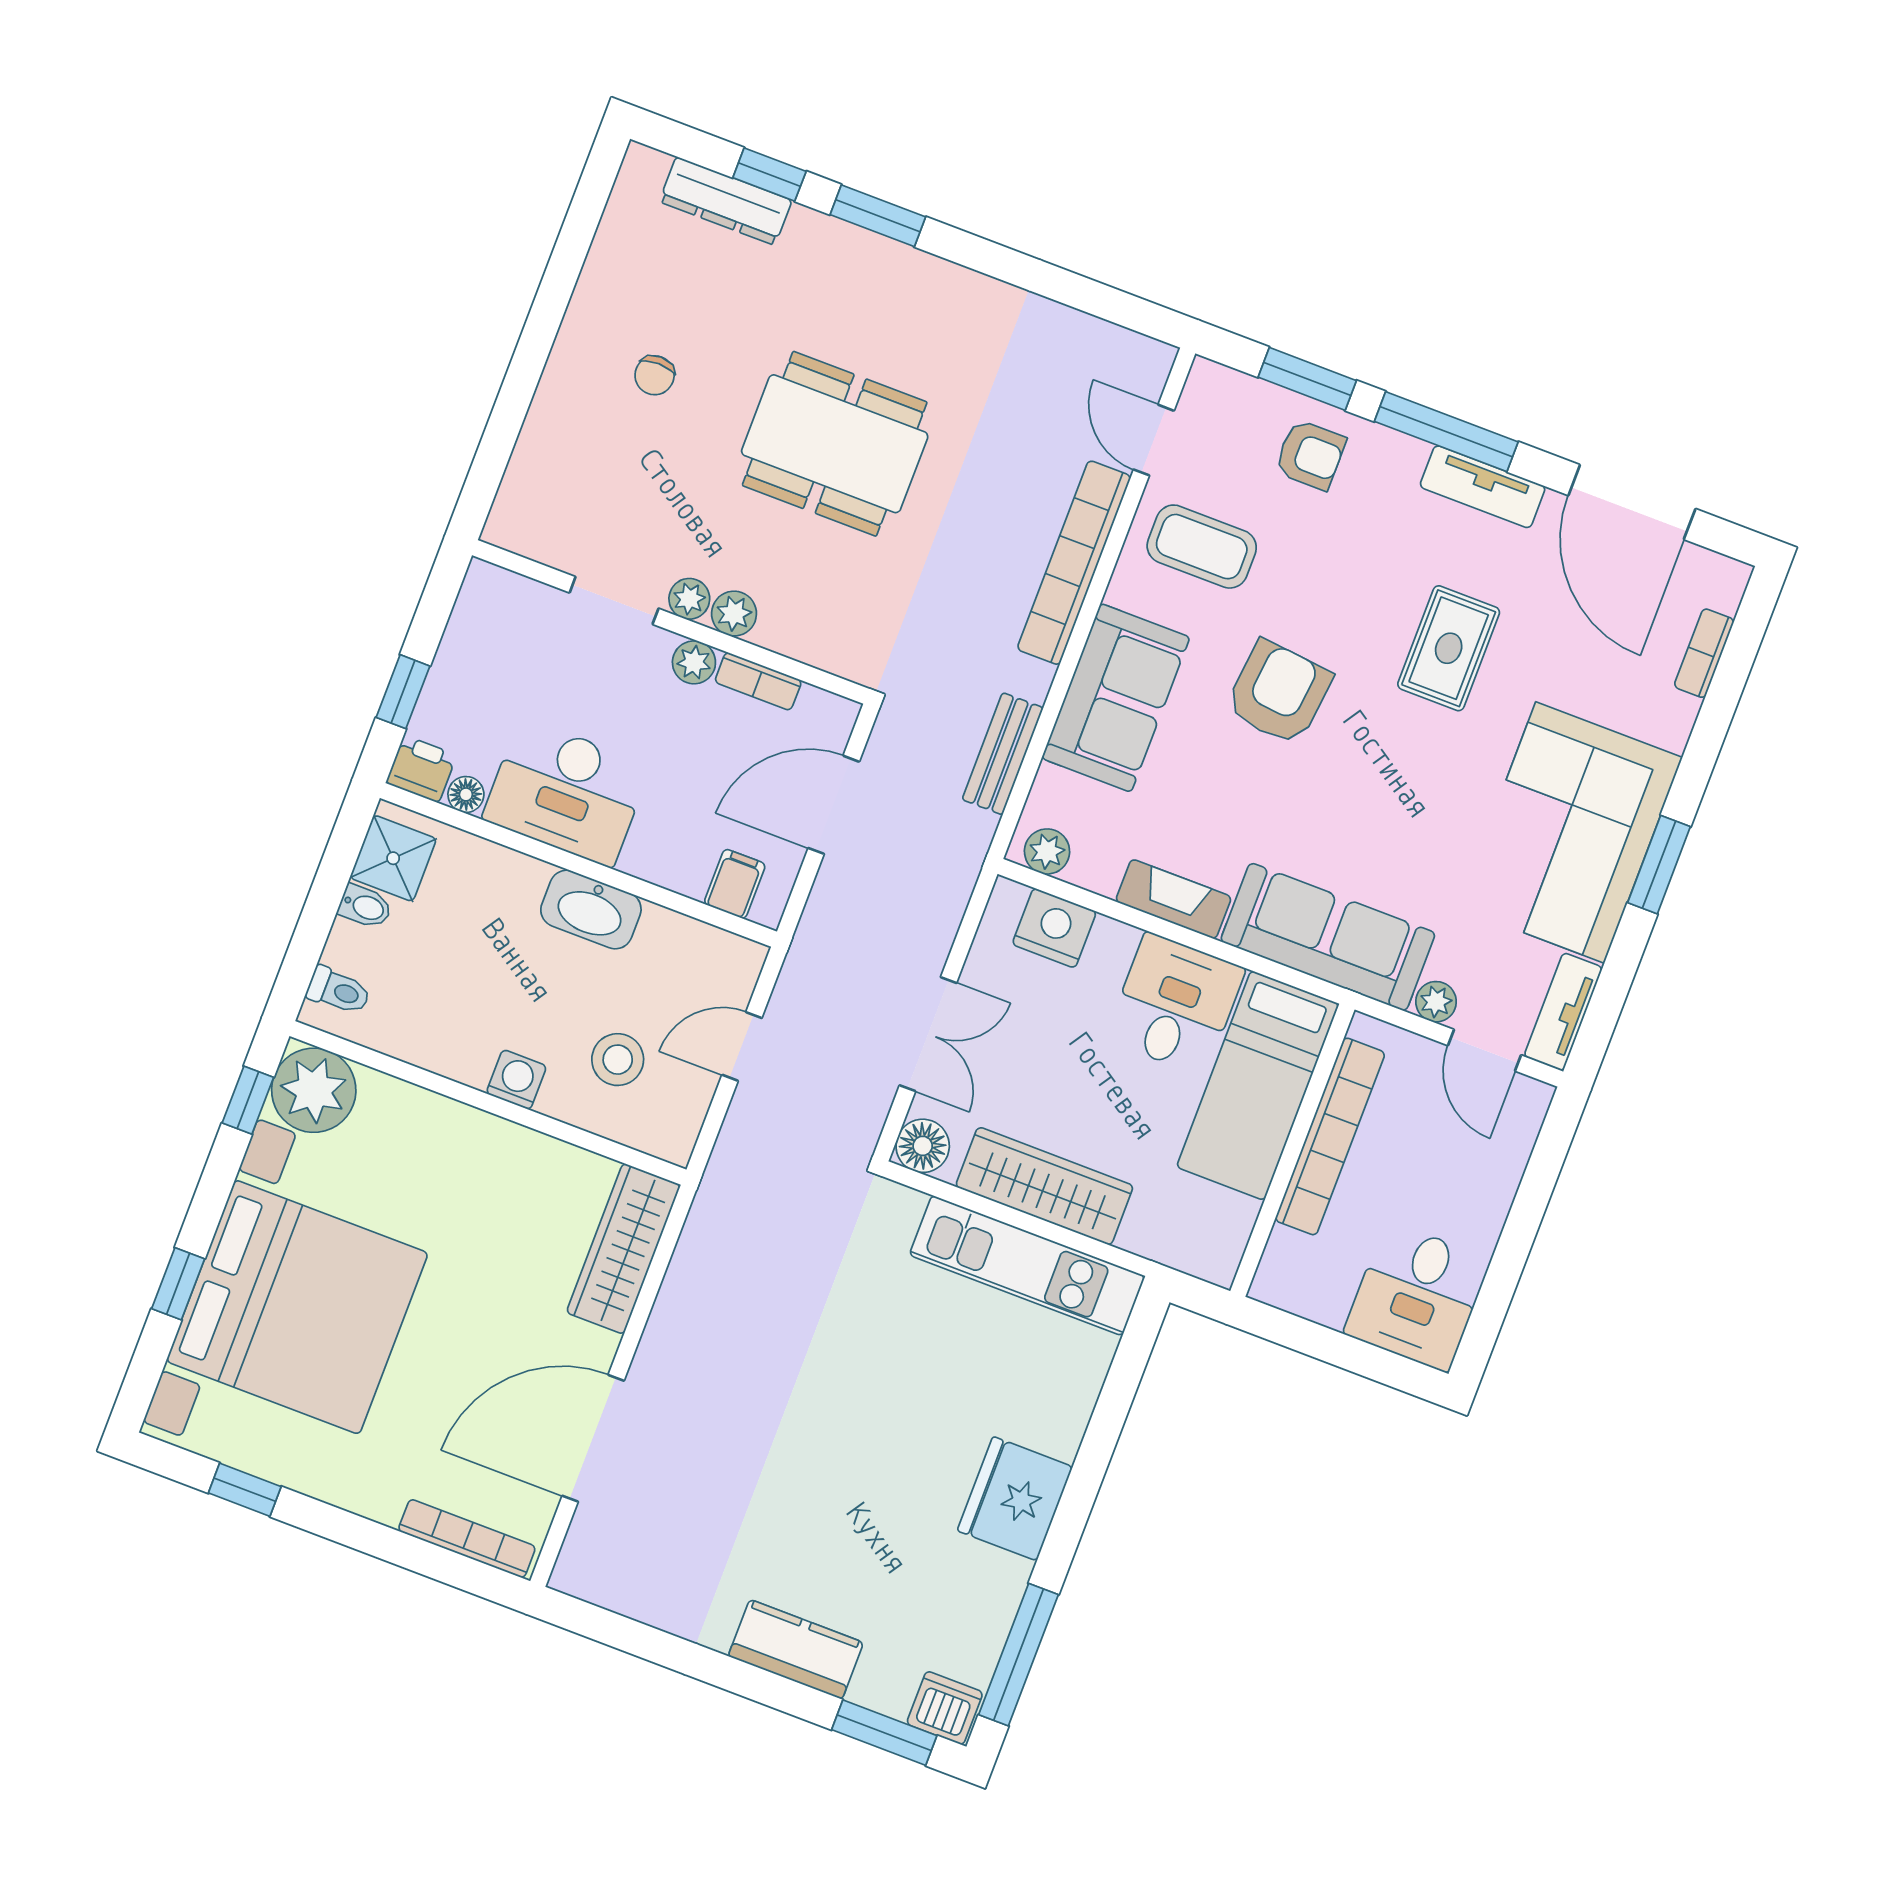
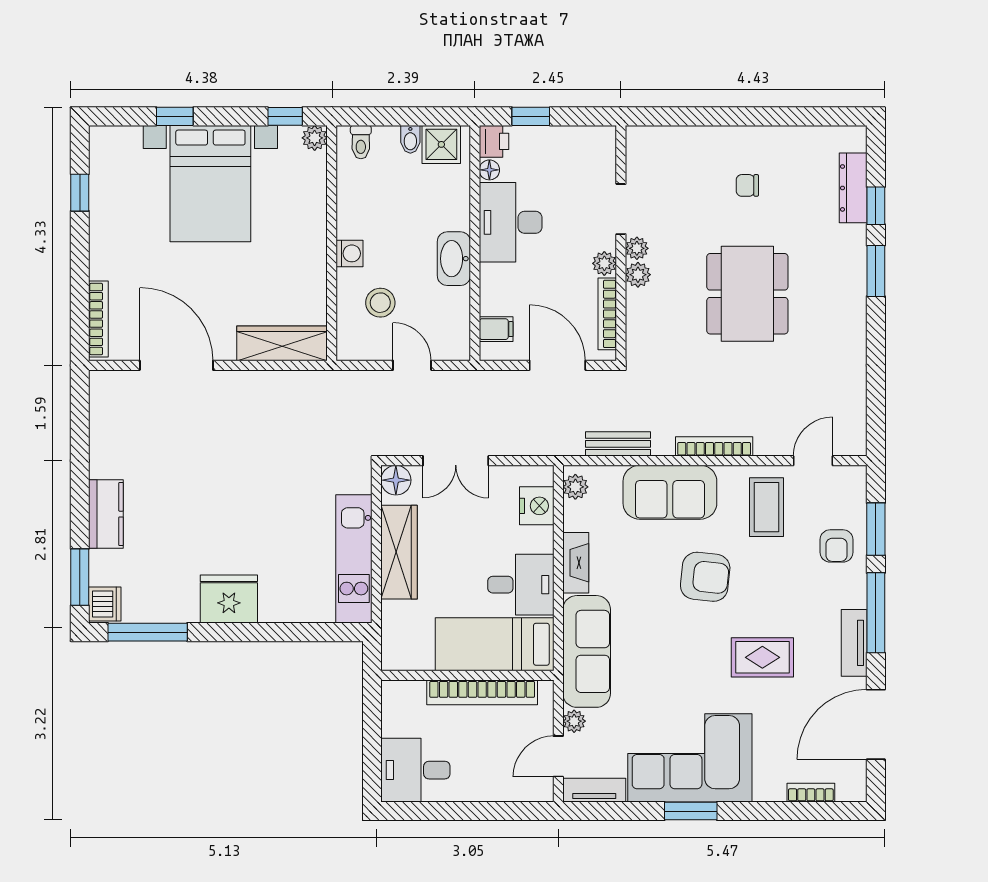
bookcase: (1074, 563) -> (714, 446), width x0.68, depth x0.76
bookcase: (758, 681) -> (607, 314), width x1.56
plant: (314, 1090) -> (315, 138), width x0.53, depth x0.53
bed with nightstands: (297, 1307) -> (210, 184), width x0.73

